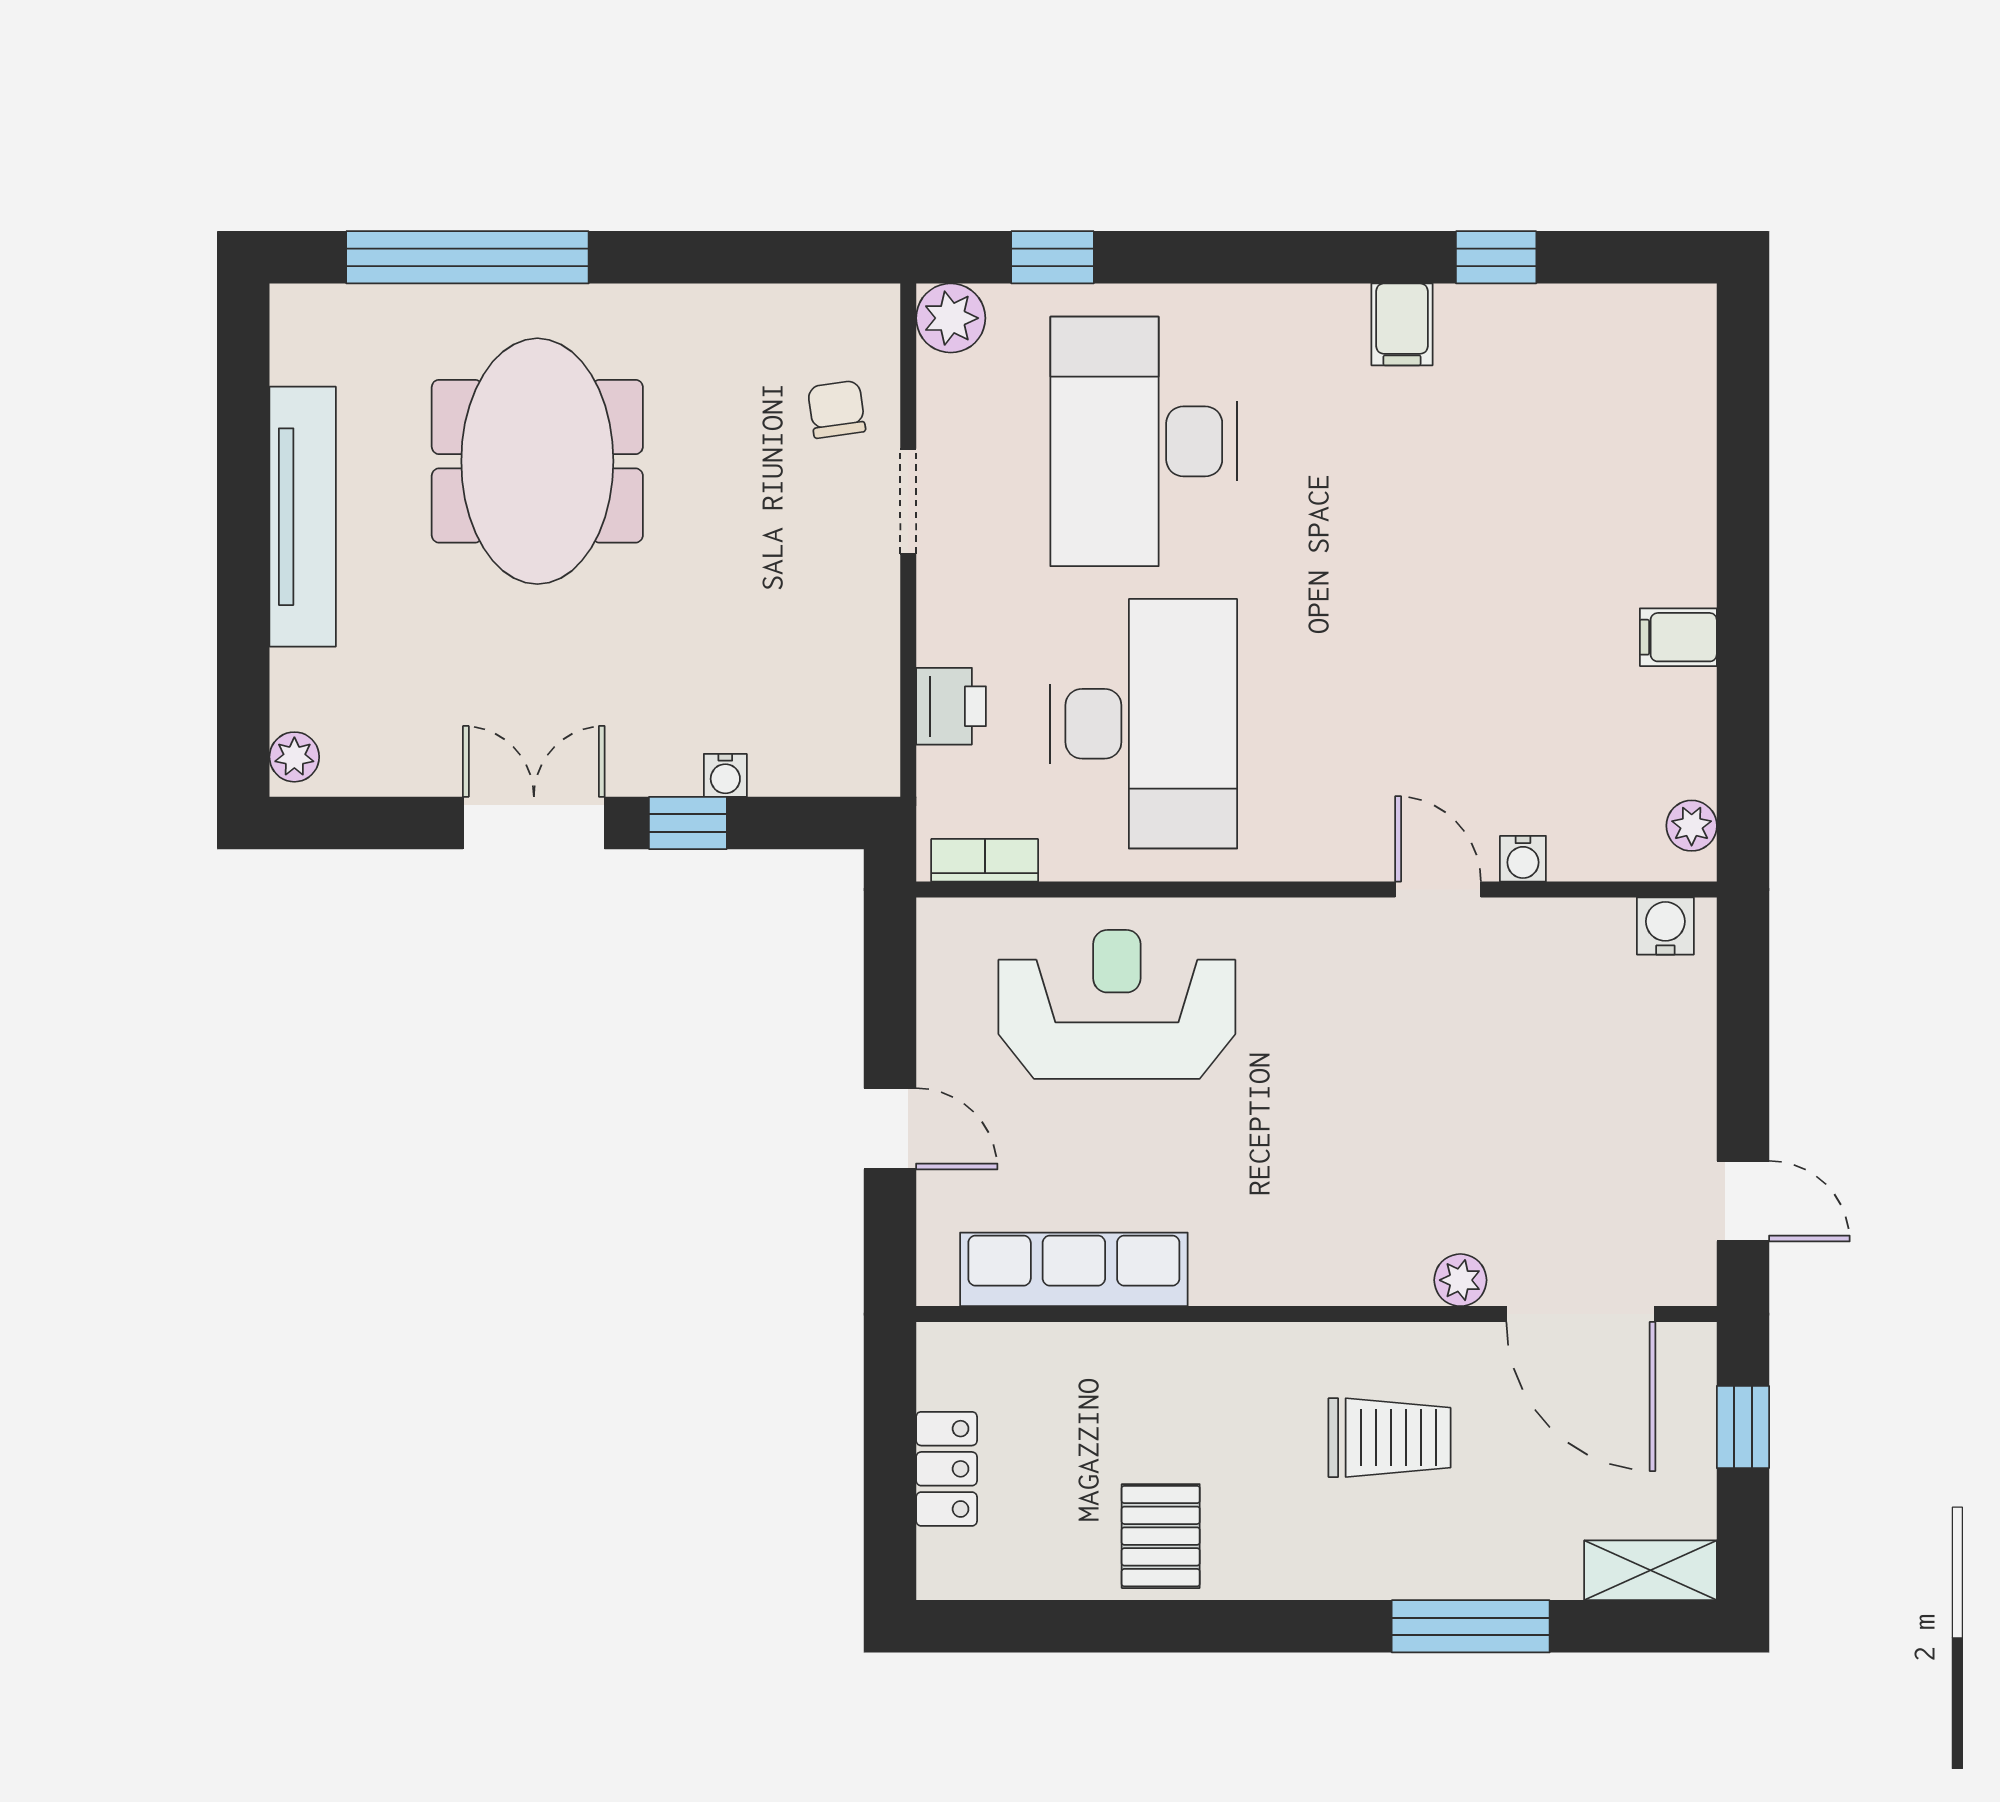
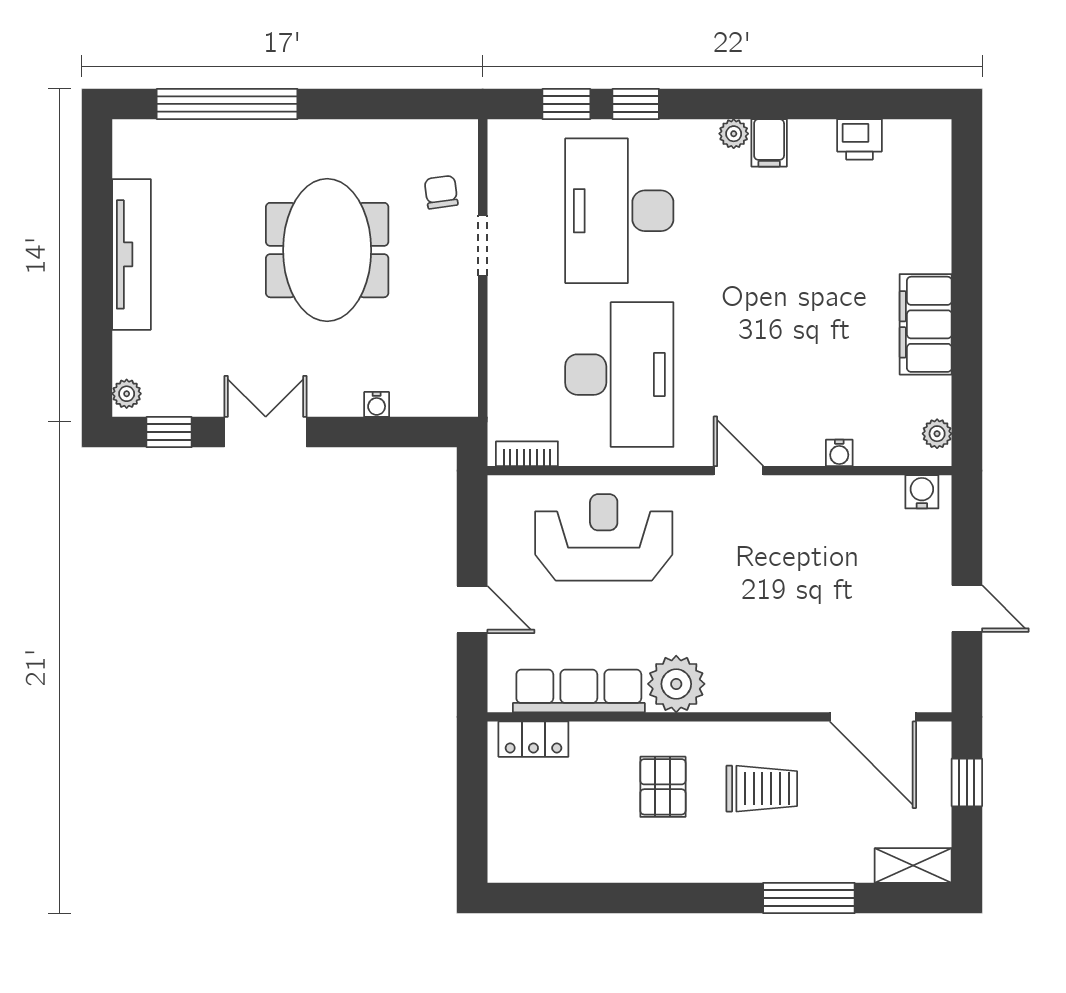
window: (1496, 257) -> (636, 104), moved
plant: (951, 318) -> (734, 134), moved, width x0.73, depth x0.73
meeting table: (537, 461) -> (327, 250), moved
filing cabinet: (1678, 637) -> (926, 324), width x3.00, depth x1.17
printer: (951, 706) -> (860, 139), moved, turned 90
window: (688, 823) -> (169, 432), moved
door: (1438, 890) -> (739, 471), moved
door: (1743, 1201) -> (967, 608), moved
plant: (1460, 1280) -> (676, 684), moved, width x1.87, depth x1.87
locker: (947, 1469) -> (533, 739), moved, turned 90
pallet: (1161, 1536) -> (663, 787), moved

